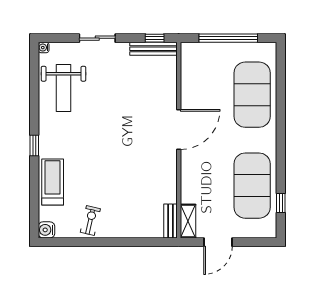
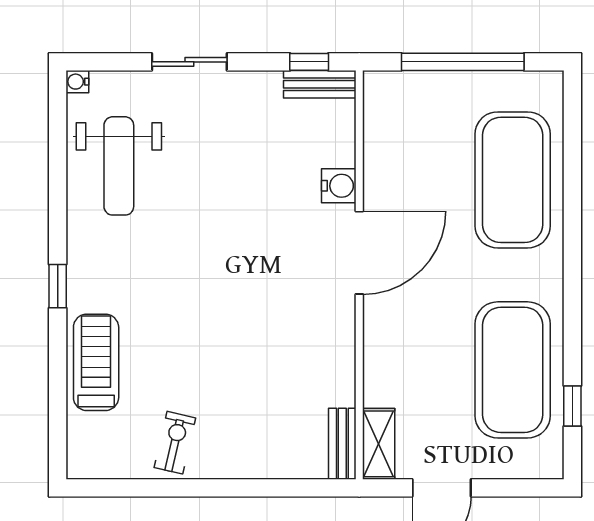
bench: (153, 49) -> (320, 84), width x0.73
water cooler: (46, 230) -> (339, 186), moved, turned 180

